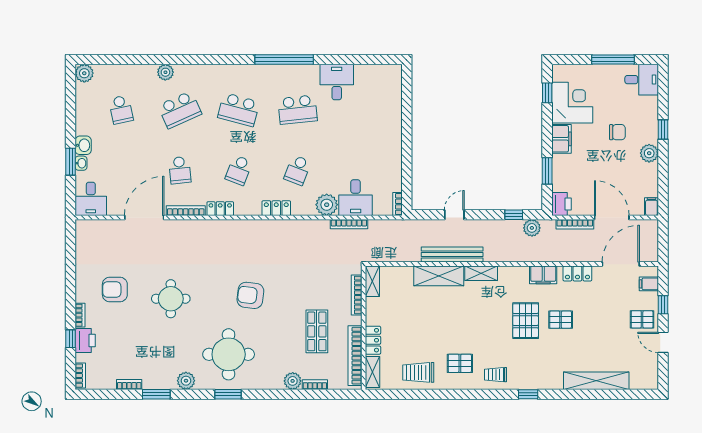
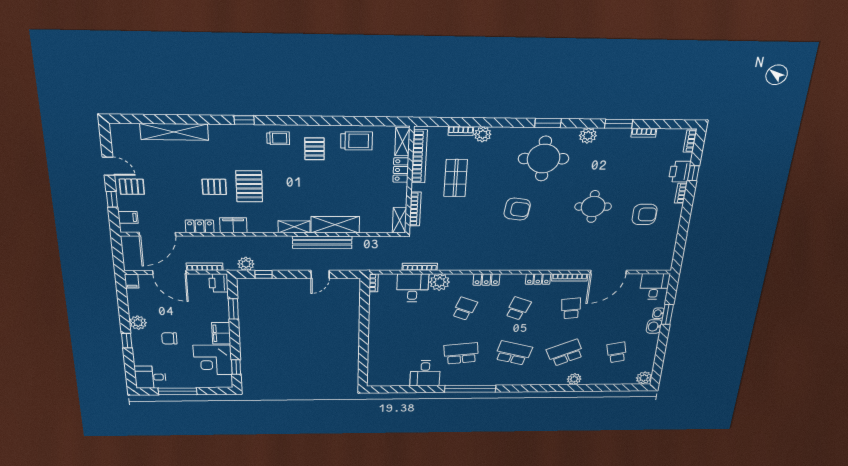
pallet: (460, 363) -> (315, 149), turned 90

